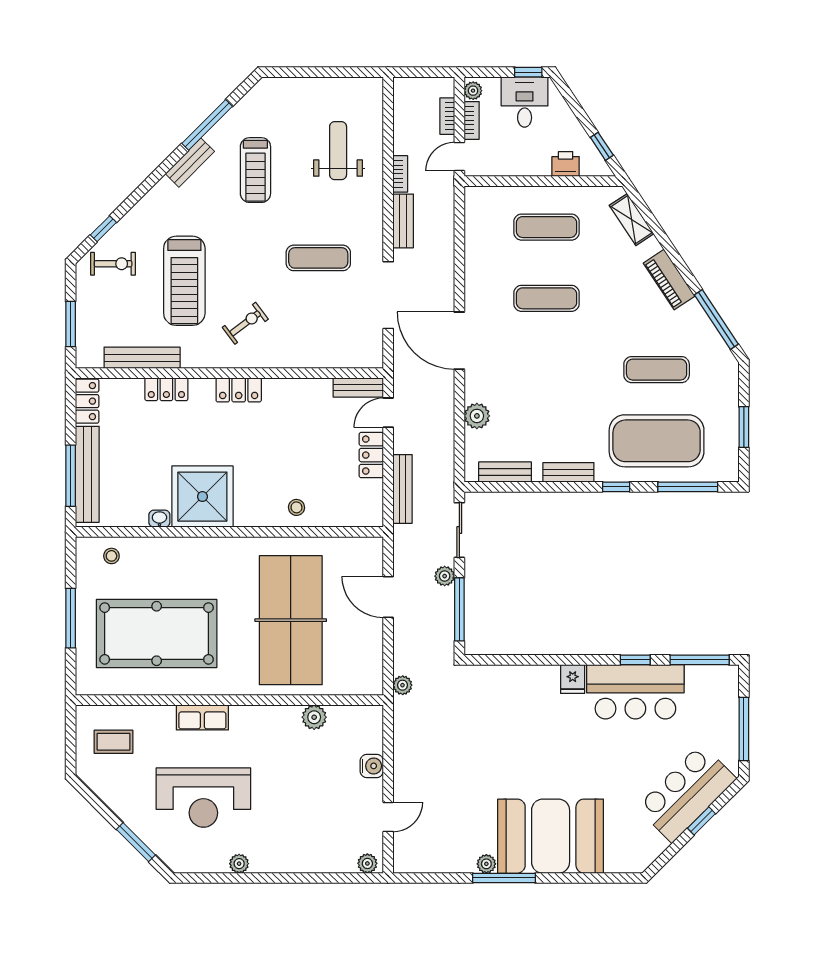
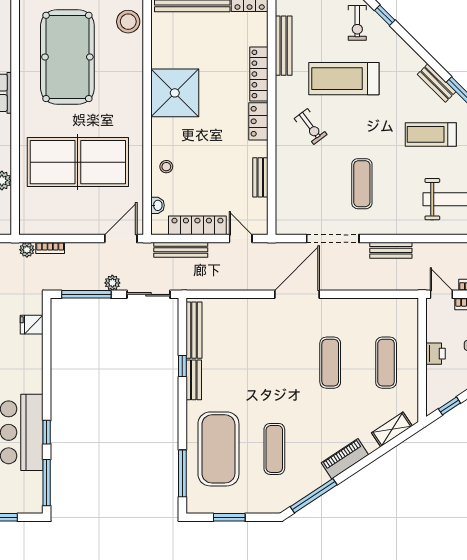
printer: (566, 164) -> (436, 354), moved
bookcase: (400, 174) -> (50, 248), moved
bench: (358, 387) -> (260, 177), moved
locker: (166, 389) -> (259, 74), width x1.53
plant: (477, 416) -> (238, 308), removed
locker: (371, 455) -> (197, 225), width x1.53
bench: (505, 472) -> (194, 330), width x1.36
window: (616, 487) -> (182, 366), moved
washbasin: (159, 519) -> (157, 205), moved
stool: (111, 556) -> (128, 22), width x1.89, depth x1.89
door: (388, 597) -> (121, 239), moved
fridge: (573, 679) -> (32, 325), moved

